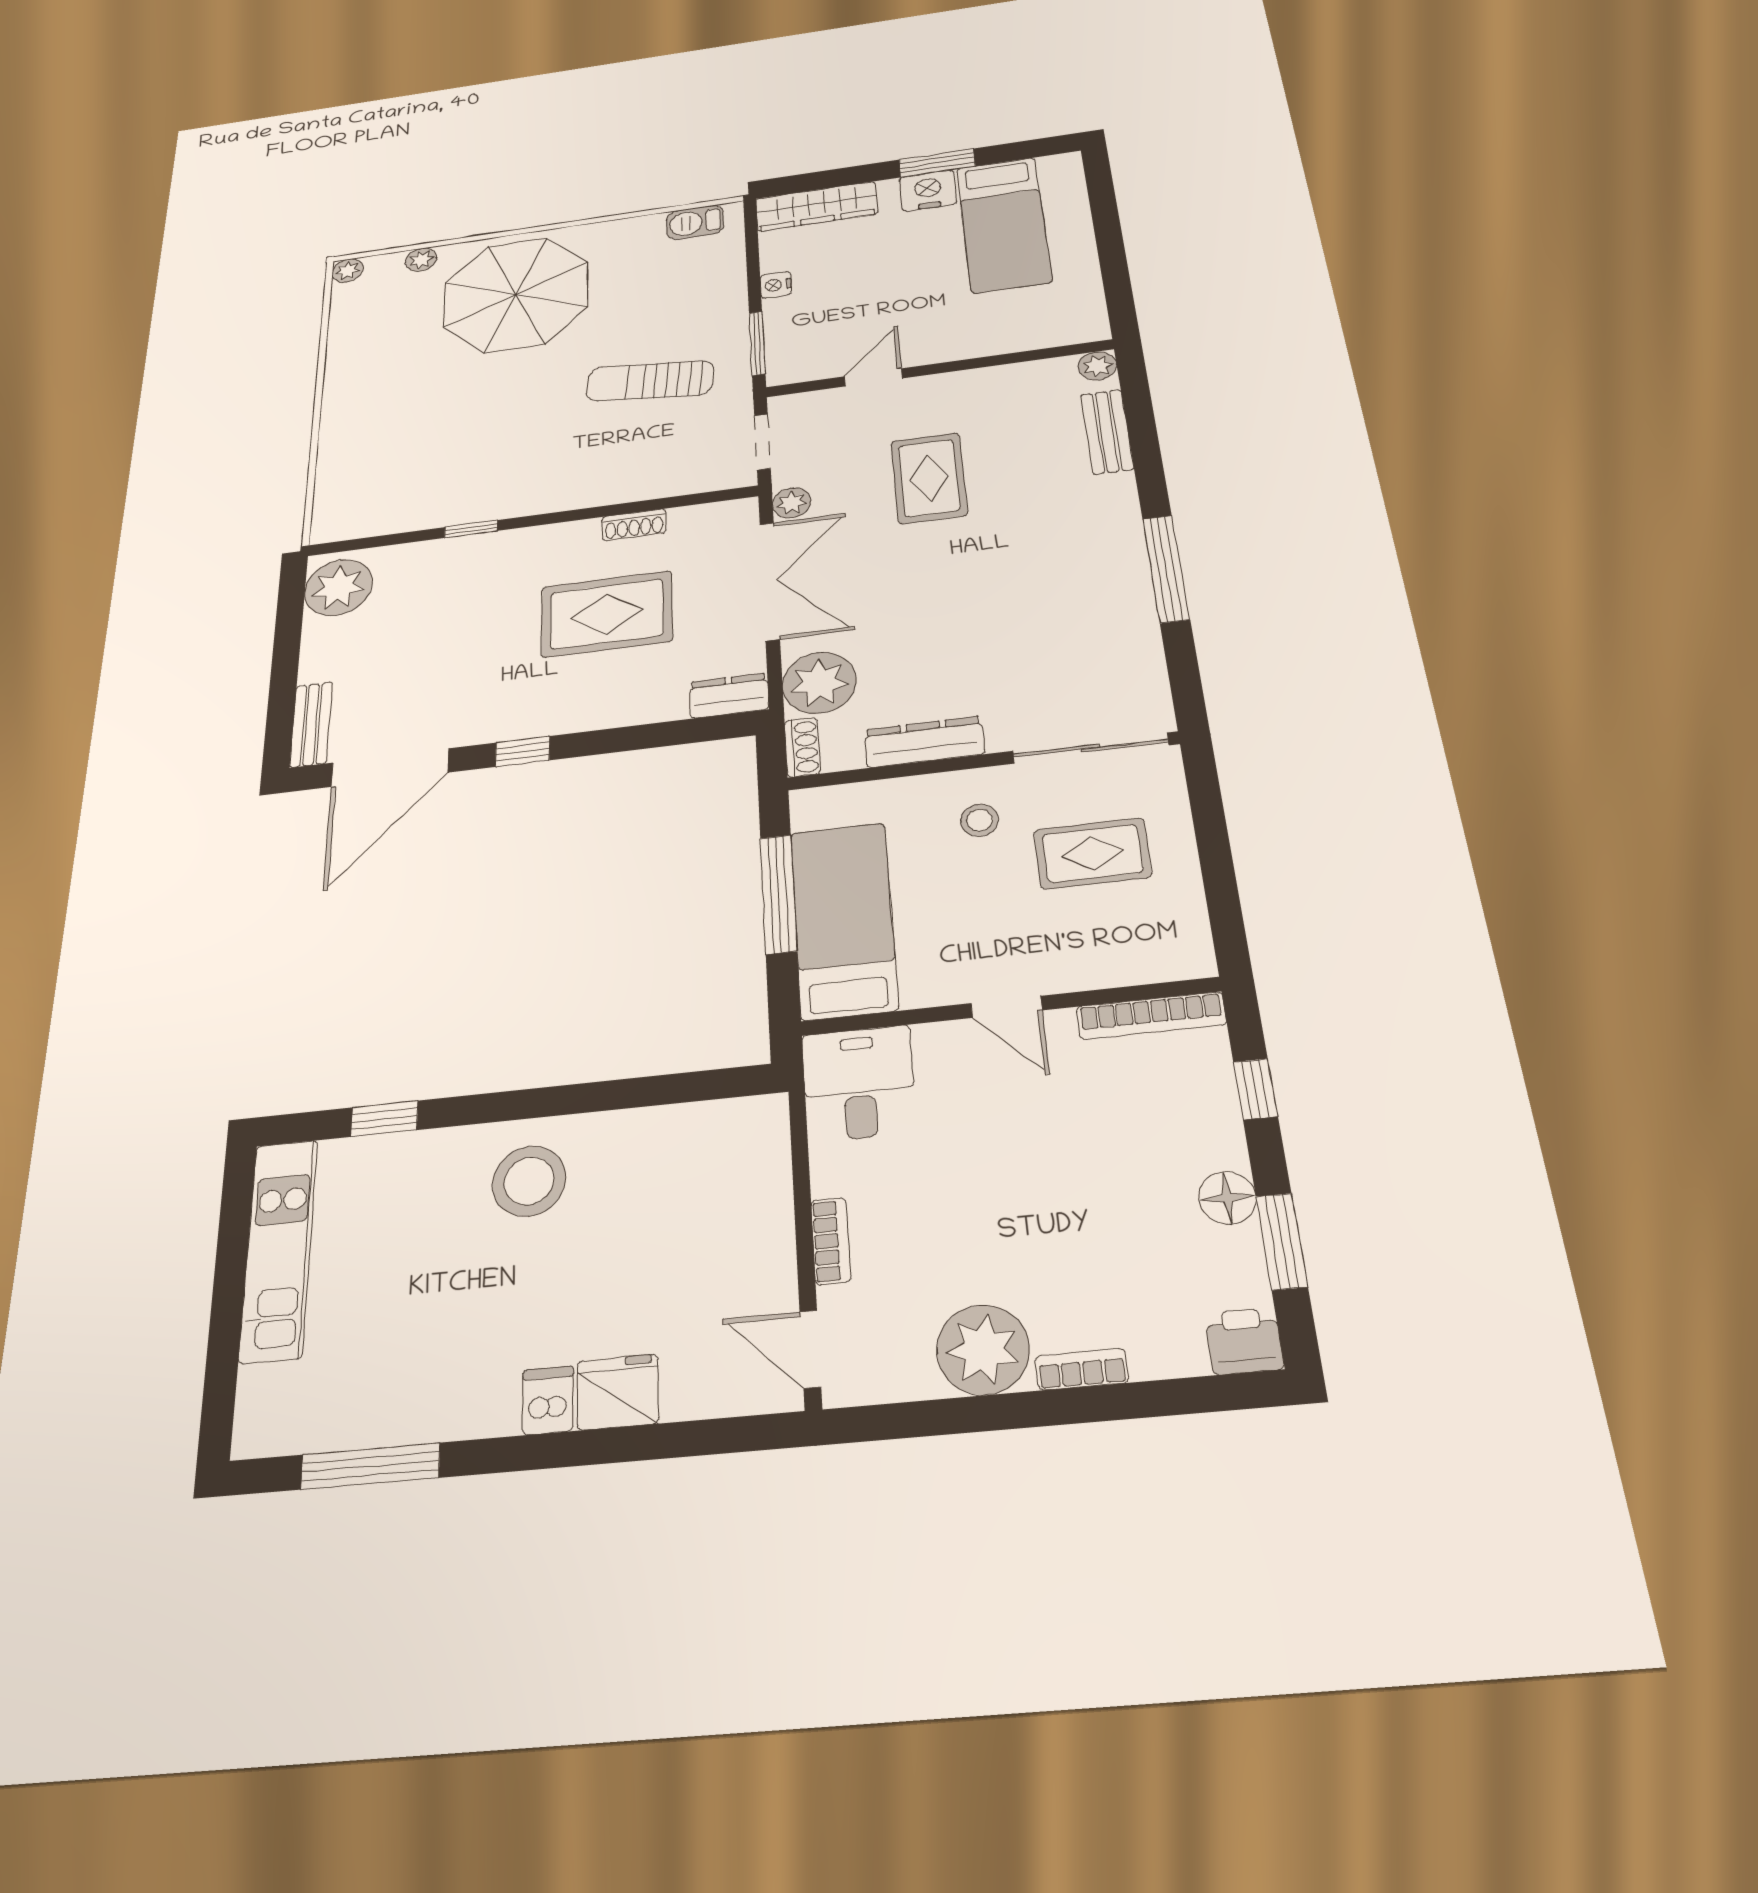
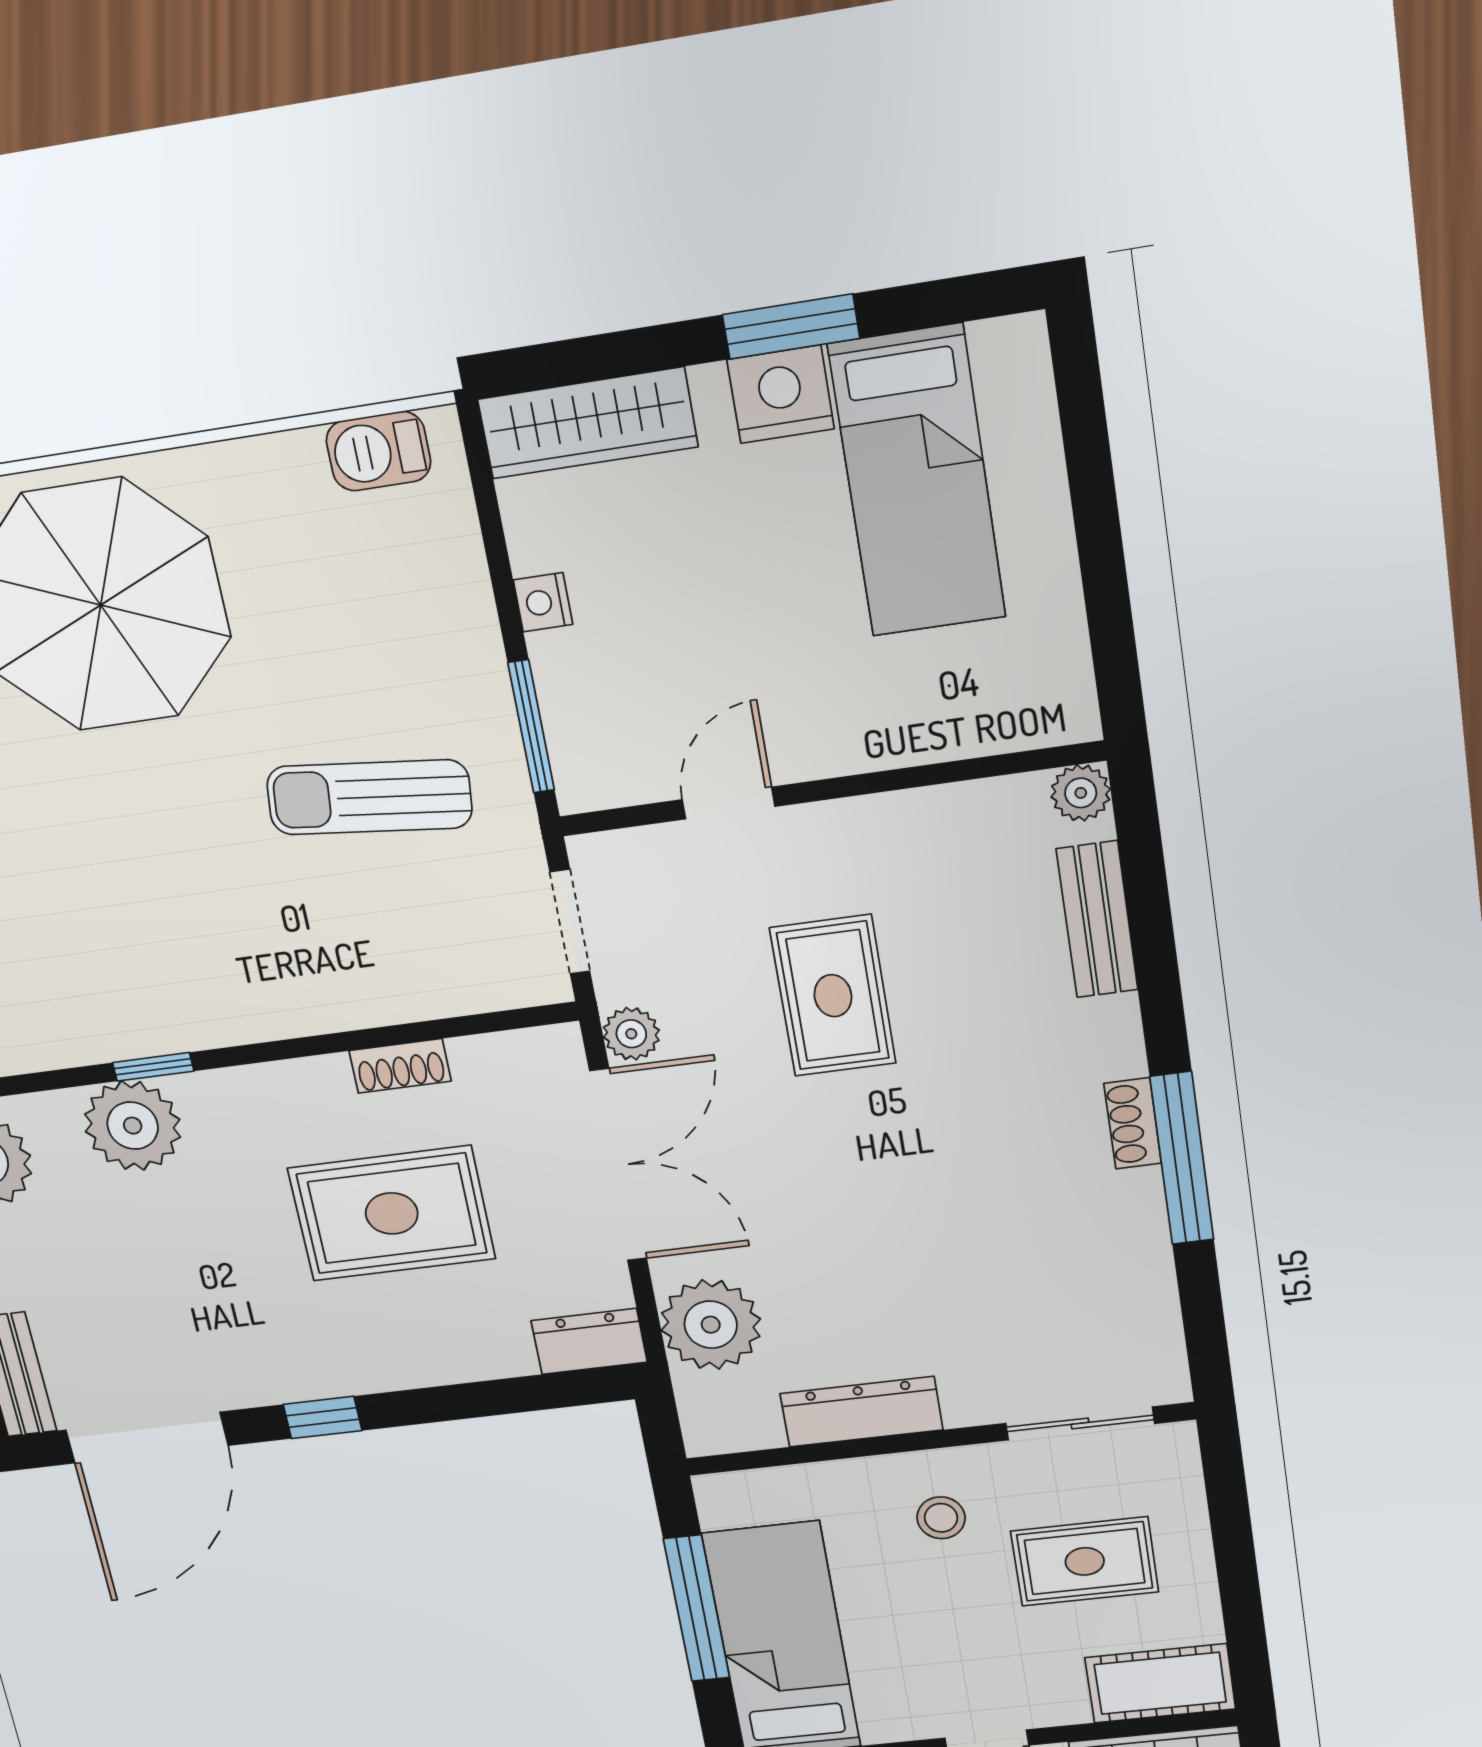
plant: (446, 564) -> (133, 1126), added
shoe rack: (802, 747) -> (1133, 1123), moved, turned 180
sliding door: (1090, 748) -> (1080, 1423), width x0.73
cot: (1154, 955) -> (1160, 1683), added

